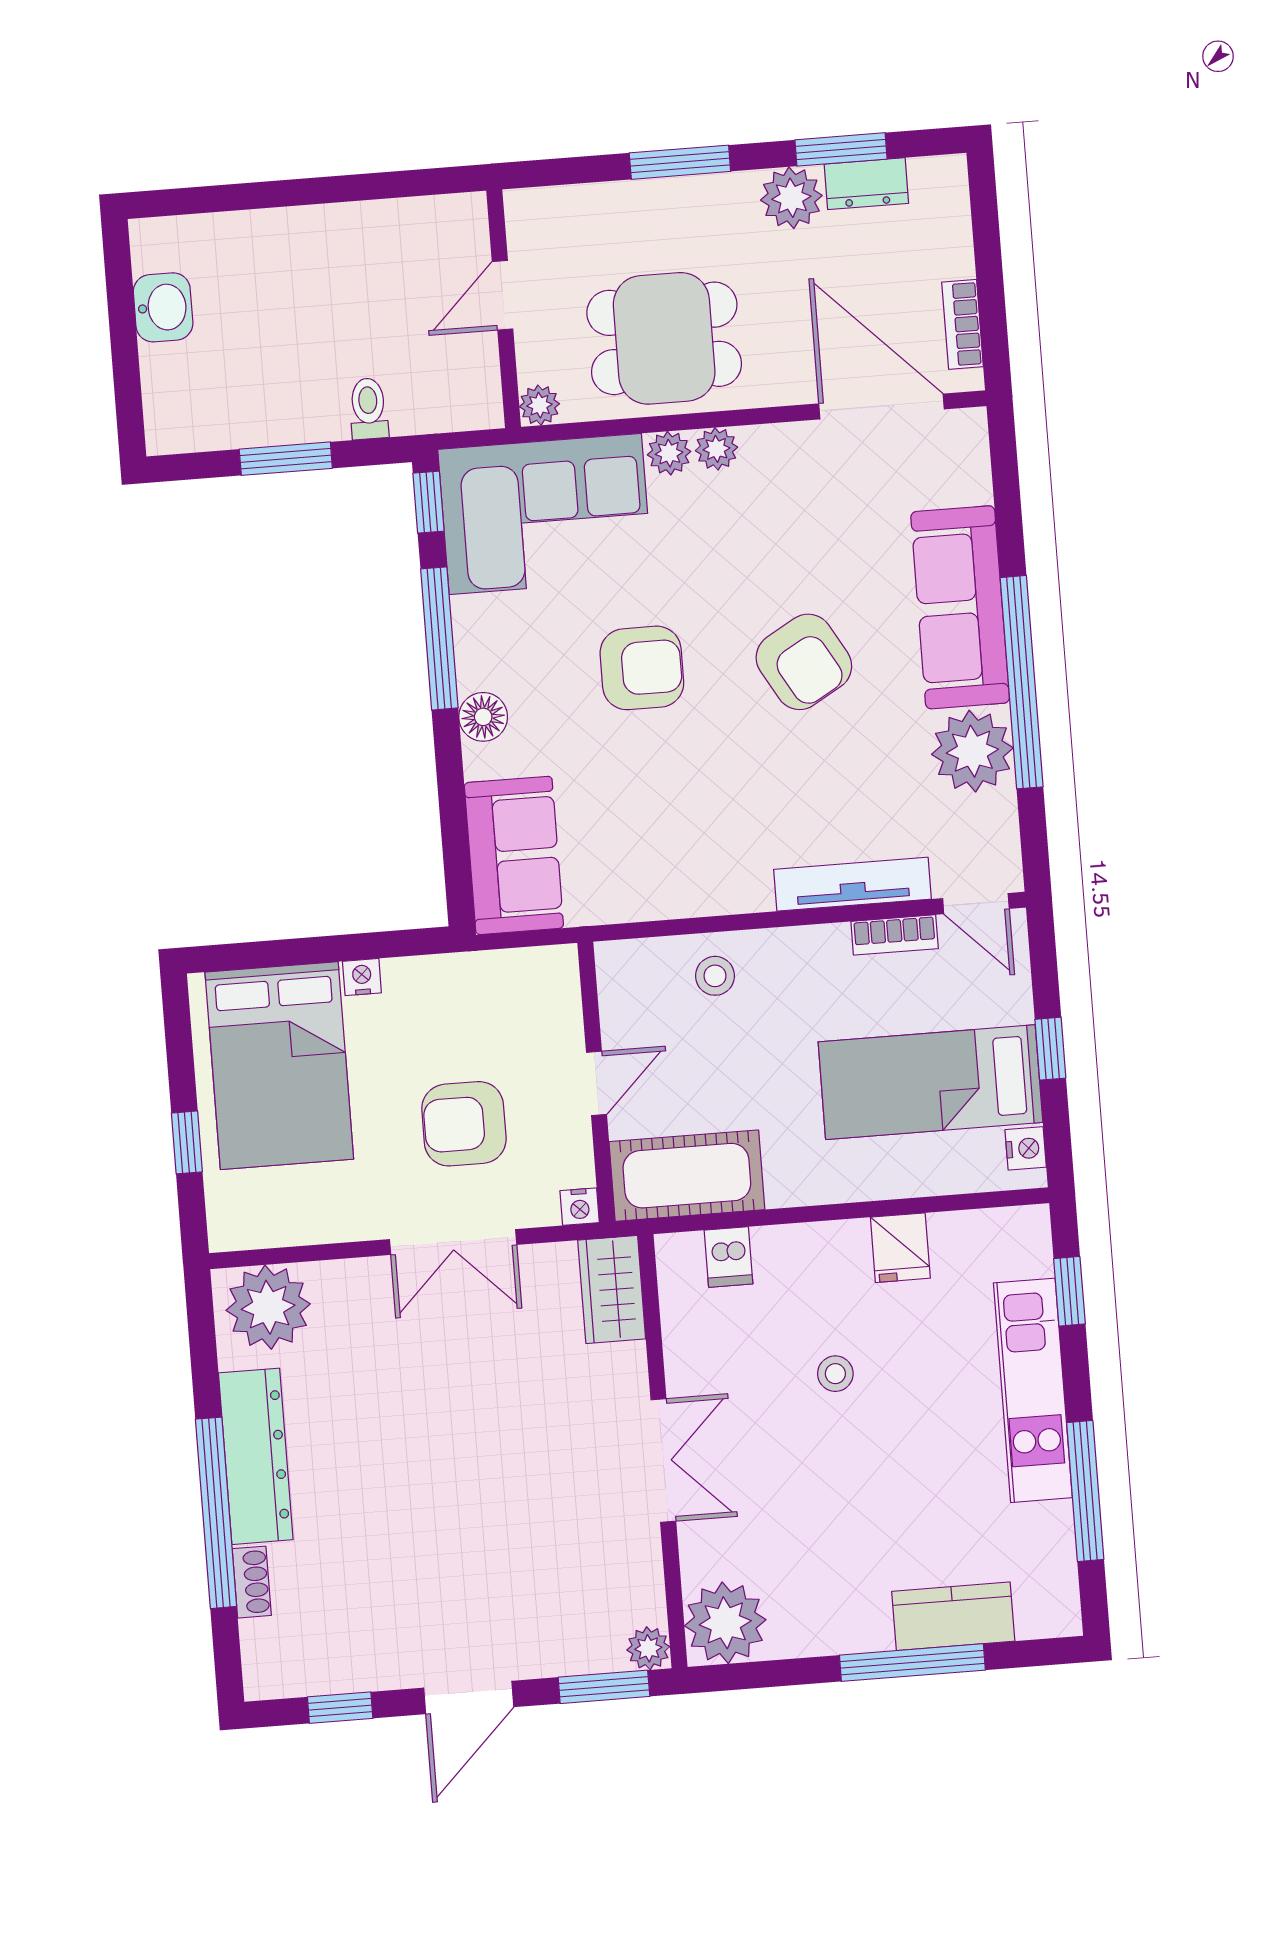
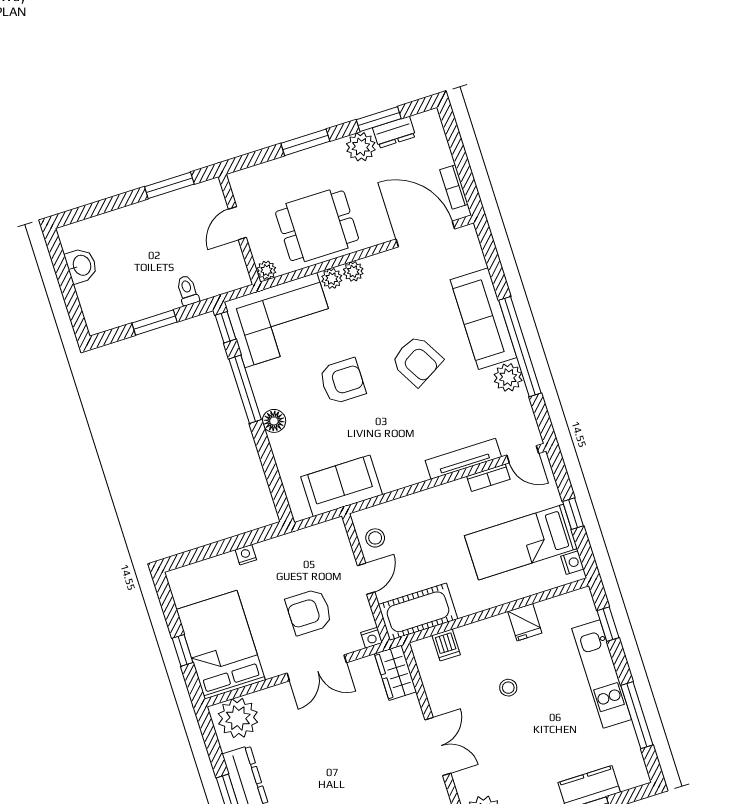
window: (381, 186) -> (169, 185), added
plant: (972, 751) -> (508, 377), width x0.73, depth x0.73
sofa: (514, 855) -> (342, 486), moved, turned -90
stool: (715, 976) -> (375, 538), moved
bed: (279, 1066) -> (221, 645), moved, turned 180

